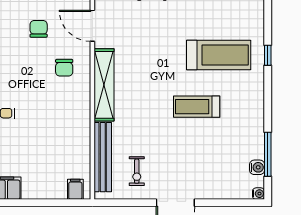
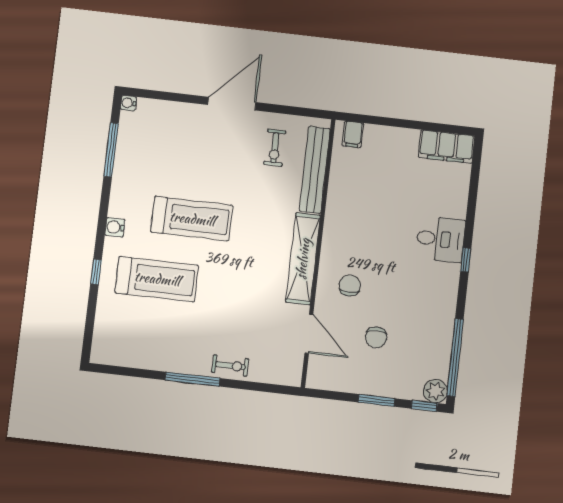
treadmill: (219, 55) -> (157, 279), turned 180
treadmill: (197, 107) -> (192, 219), width x1.37, depth x1.38
water cooler: (257, 167) -> (115, 227), moved
exercise bike: (137, 171) -> (275, 148), turned 180

